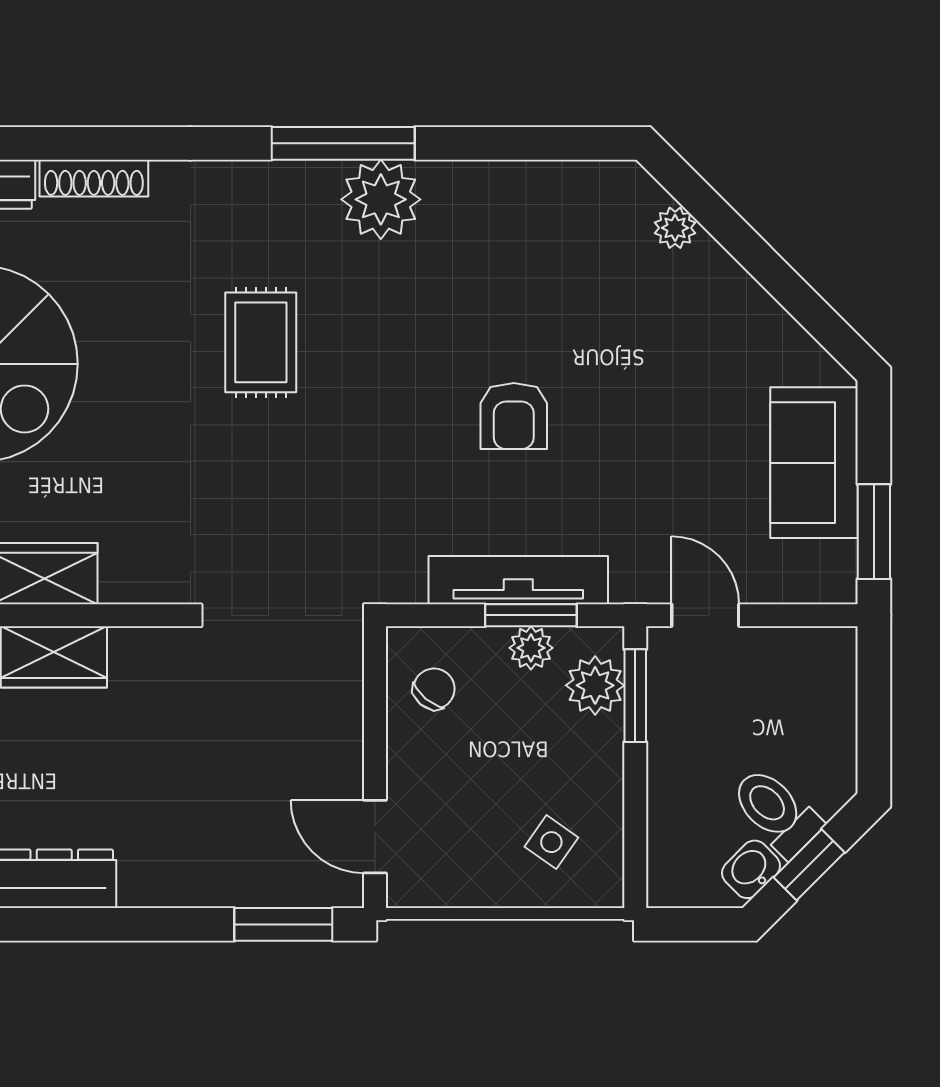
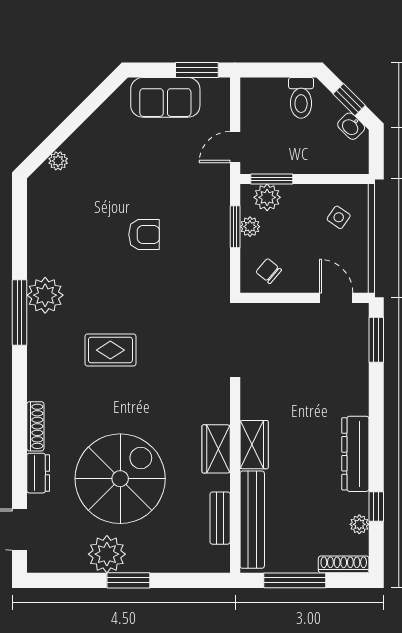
tv unit: (518, 580) -> (219, 232), removed
toilet: (776, 812) -> (301, 98), moved, turned -45
door: (375, 837) -> (336, 298), swing flipped

